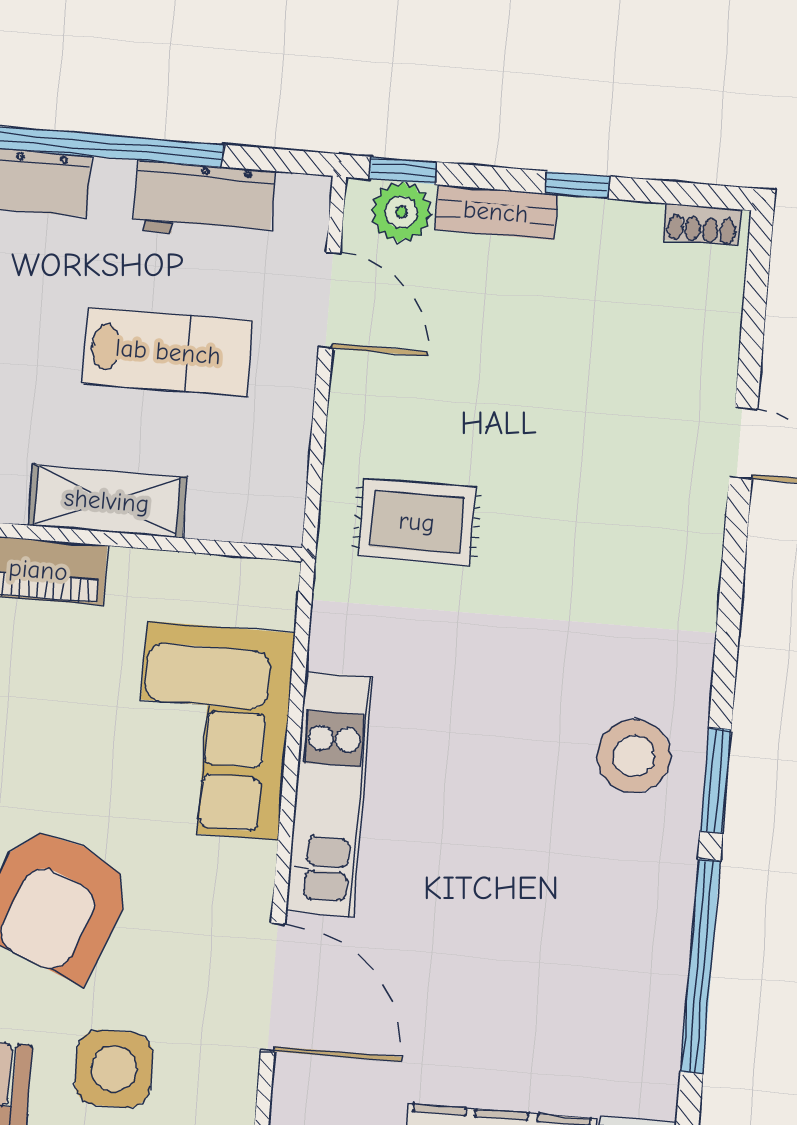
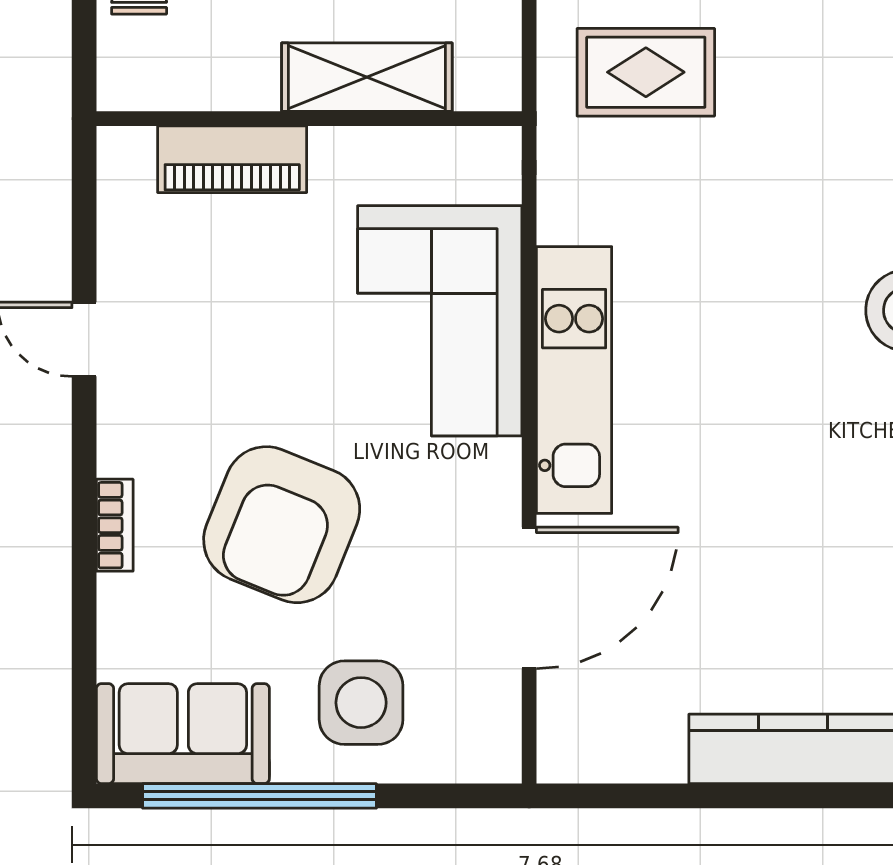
shelving: (107, 501) -> (367, 77), moved
door: (273, 987) -> (529, 598), hinge flipped

